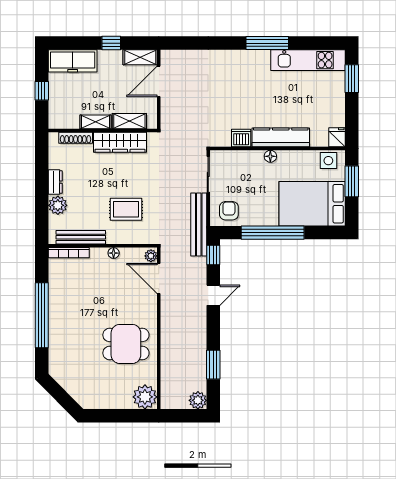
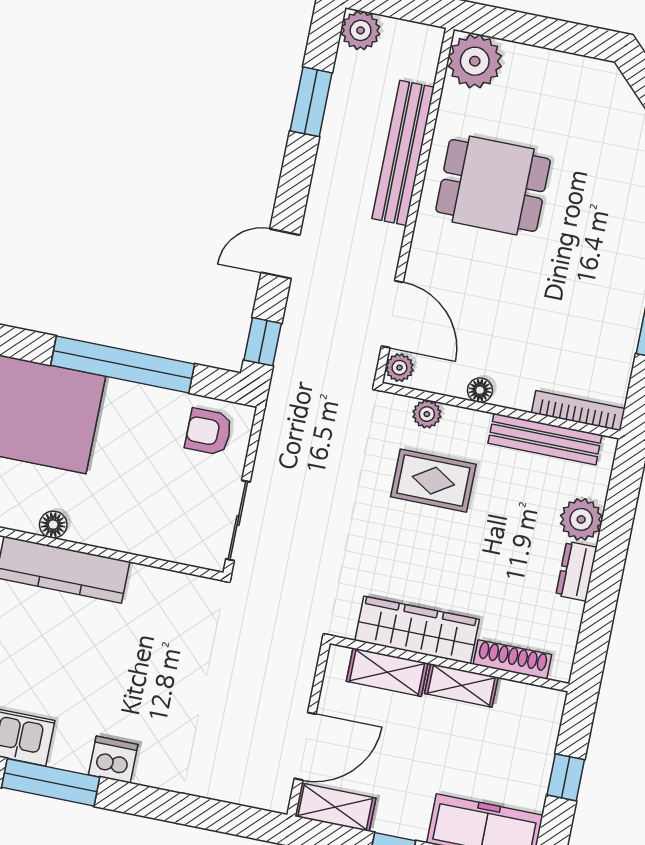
dishwasher: (241, 138) -> (113, 760), moved, turned 180
floor lamp: (270, 156) -> (53, 525), moved
armchair: (229, 211) -> (209, 432), turned 90
bench: (199, 224) -> (403, 153), moved
plant: (135, 238) -> (427, 414), added

